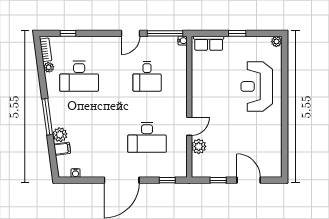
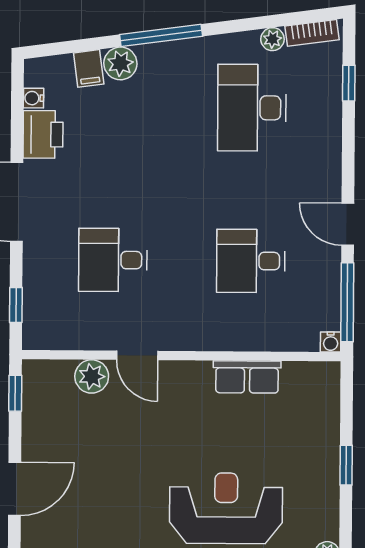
row of seats: (209, 43) -> (247, 377), moved, turned -90
desk: (147, 137) -> (113, 260), width x0.73
printer: (92, 169) -> (43, 134), added
window: (218, 180) -> (15, 393), moved

